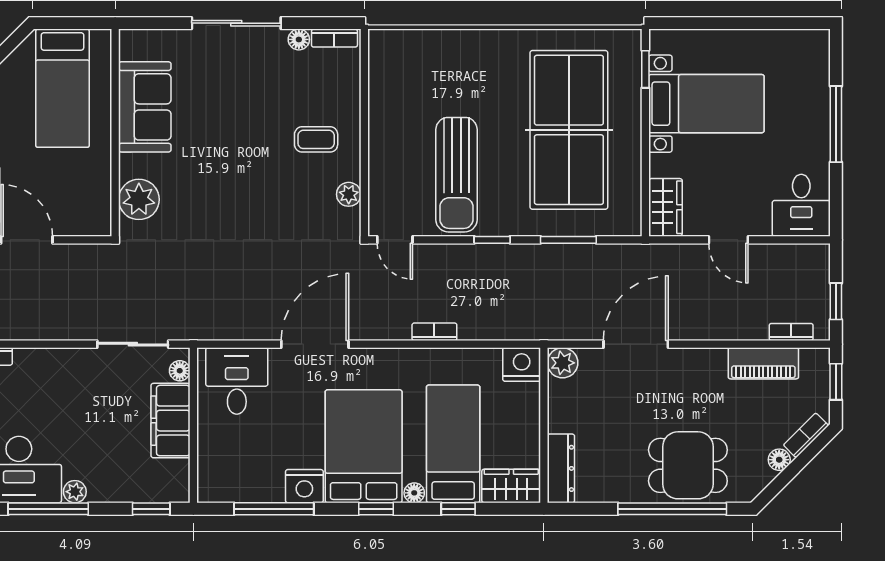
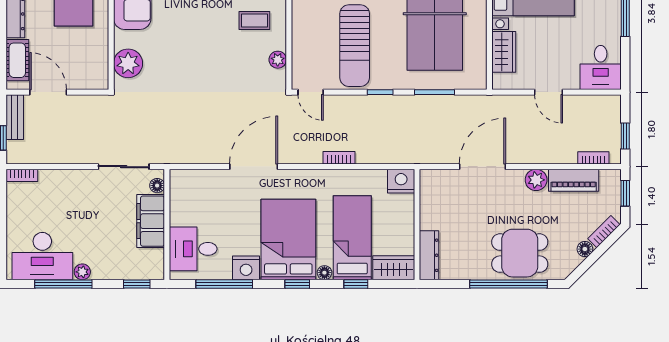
wardrobe: (665, 207) -> (504, 52), moved
plant: (563, 363) -> (536, 180), moved
desk: (237, 381) -> (193, 249), moved, turned -90

